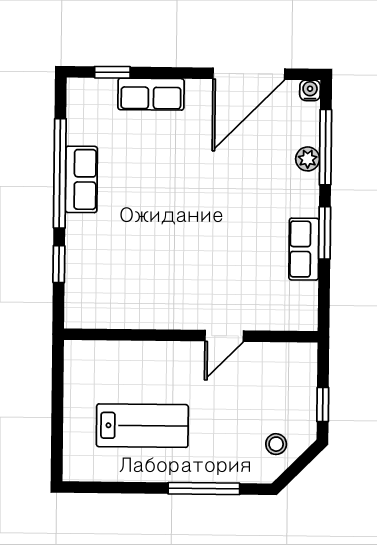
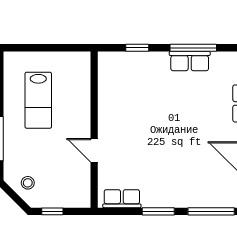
plant: (308, 159) -> (204, 200), removed
window: (60, 173) -> (193, 48), width x0.68
row of seats: (304, 249) -> (122, 199), moved

